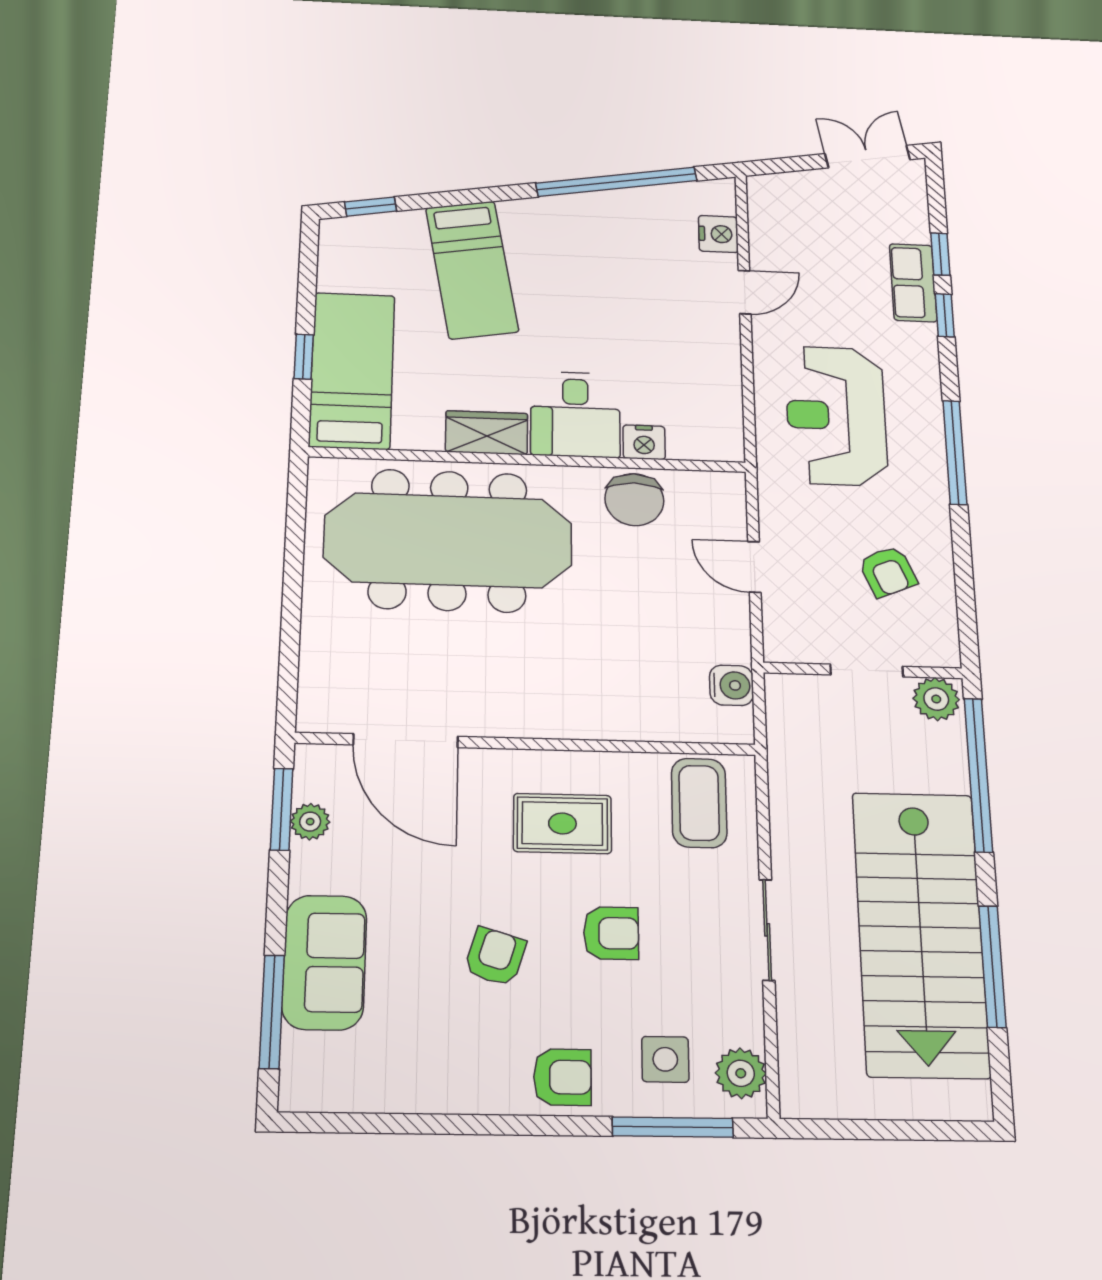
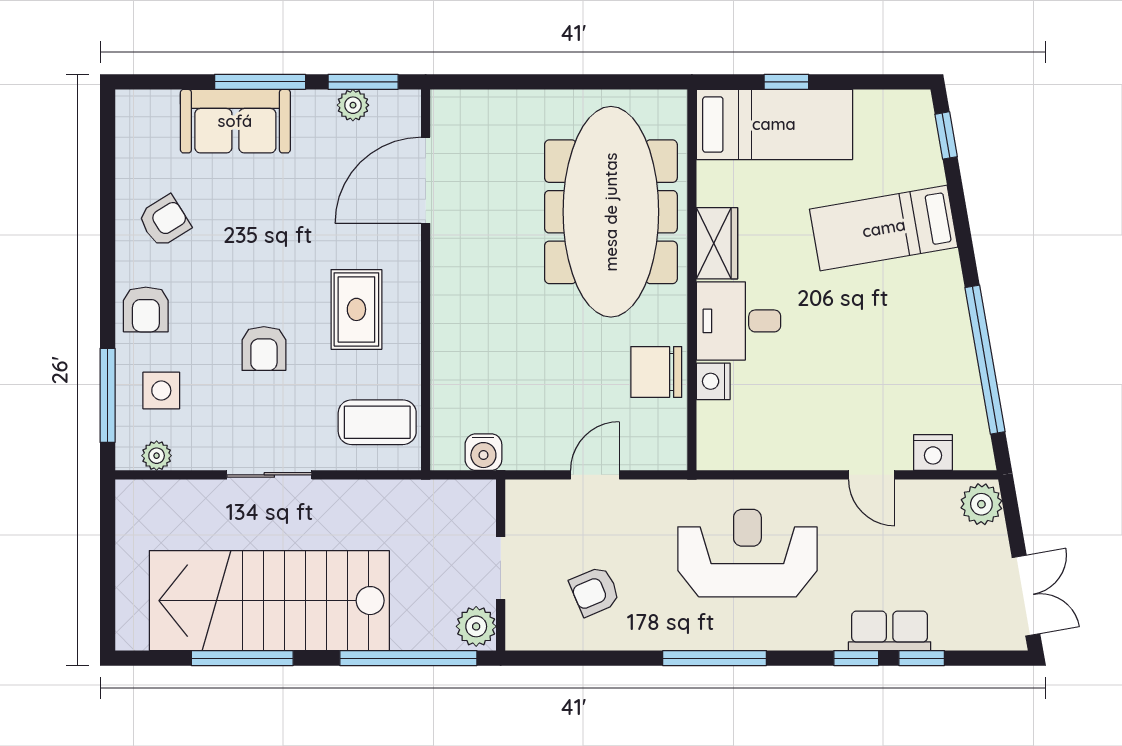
plant: (772, 192) -> (981, 504), added
armchair: (495, 957) -> (164, 221), moved, turned -49
window: (272, 1012) -> (260, 82), moved
plant: (741, 1073) -> (157, 456), width x0.73, depth x0.73

